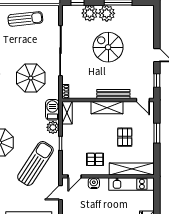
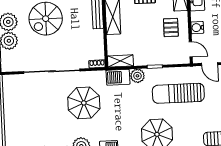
sun lounger: (25, 19) -> (18, 112), removed
sun lounger: (35, 163) -> (178, 93), turned -33

